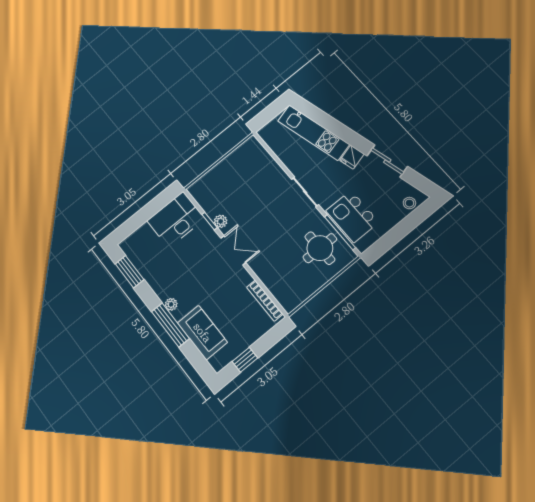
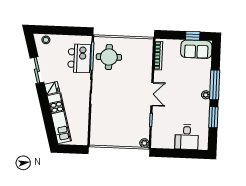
desk: (176, 220) -> (187, 137), moved, width x0.73
plant: (221, 221) -> (144, 143), moved
double door: (233, 250) -> (152, 94), swing flipped
window: (129, 272) -> (213, 117), moved
sofa: (202, 333) -> (196, 49), moved, turned -90

